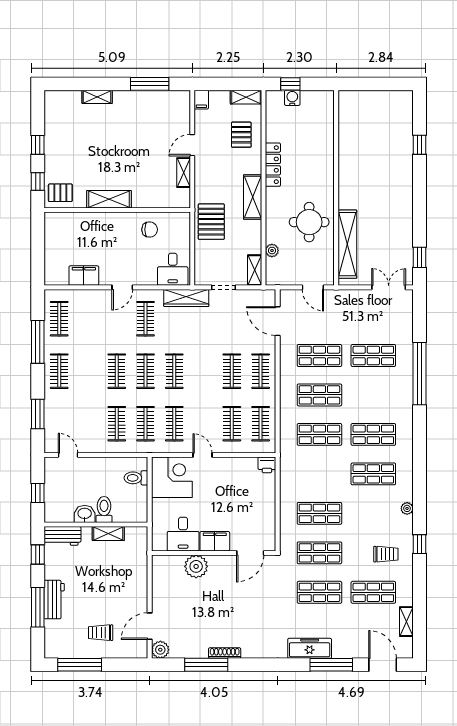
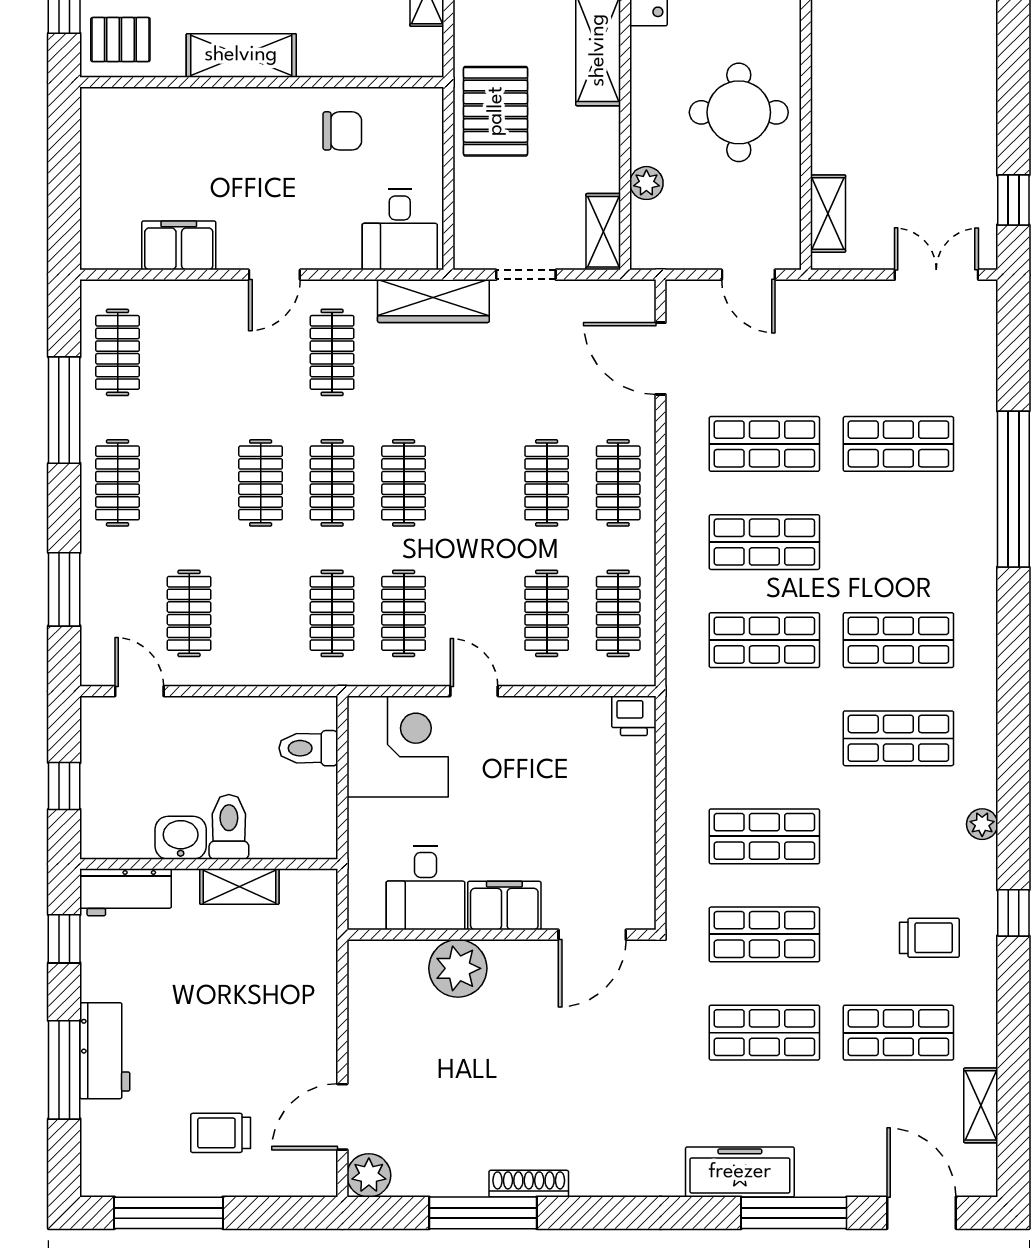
shelving: (347, 244) -> (828, 214), width x0.45, depth x0.75
clothes rail: (117, 424) -> (189, 613), moved

